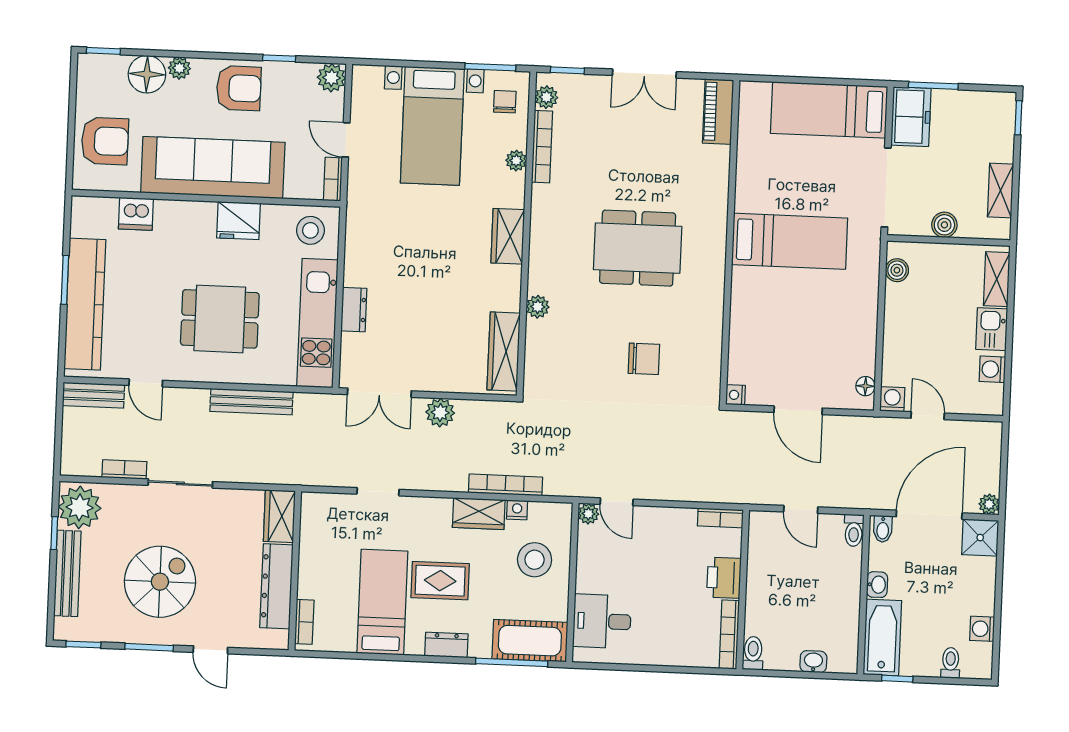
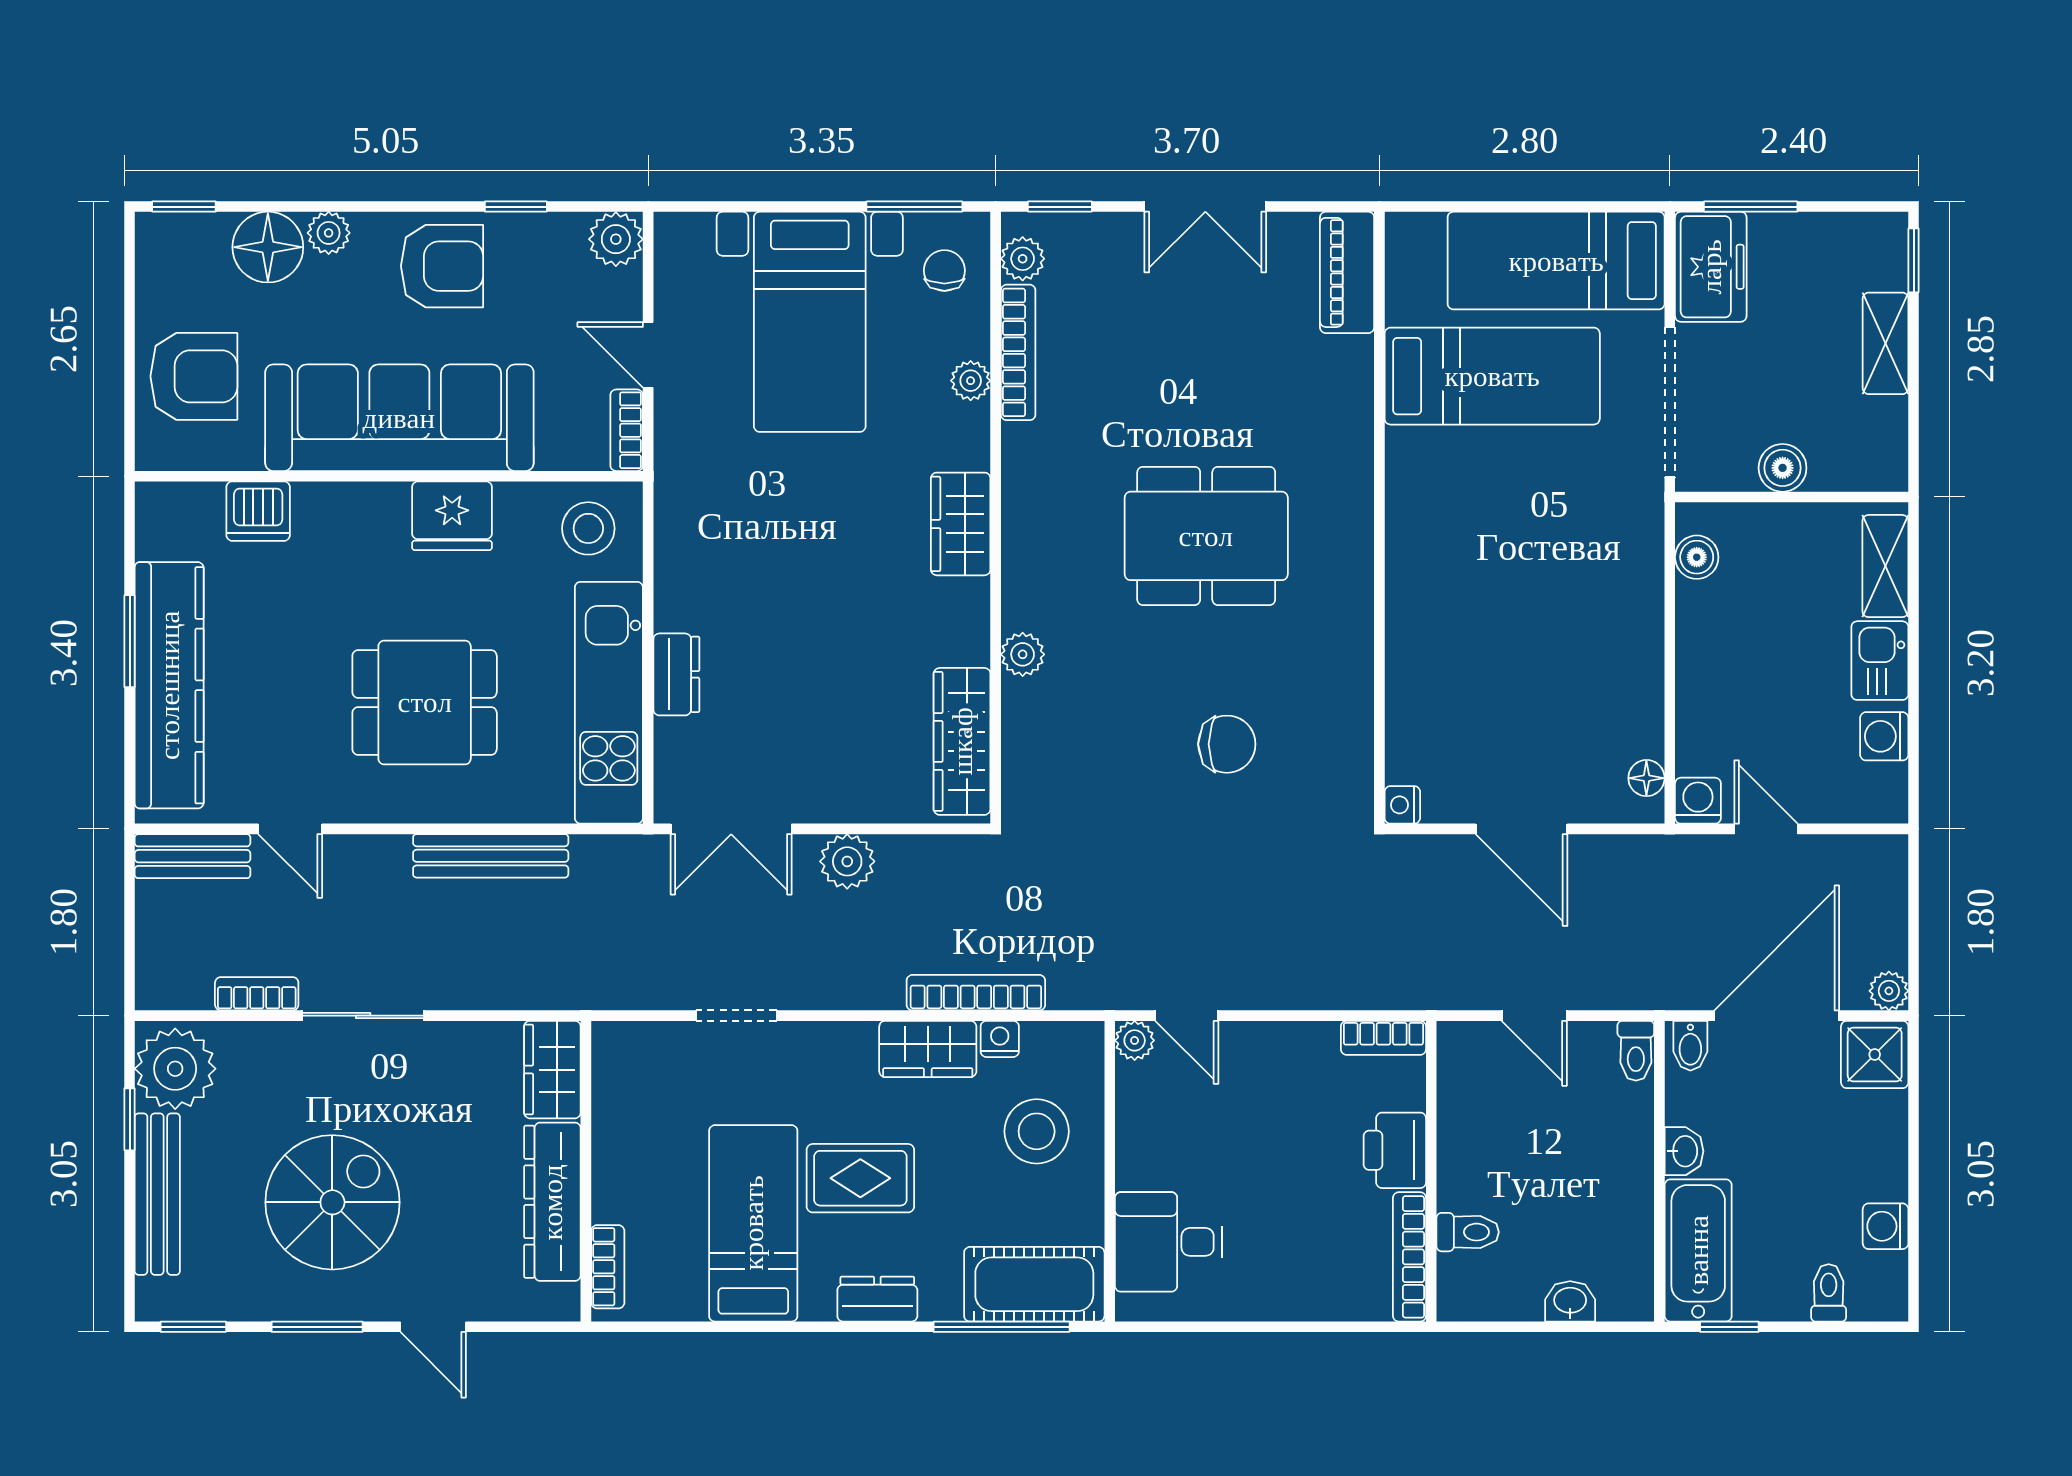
shelving: (1001, 190) -> (1886, 343), moved
bed: (790, 241) -> (1492, 376), moved
toilet: (753, 653) -> (1468, 1232), moved, turned 90

